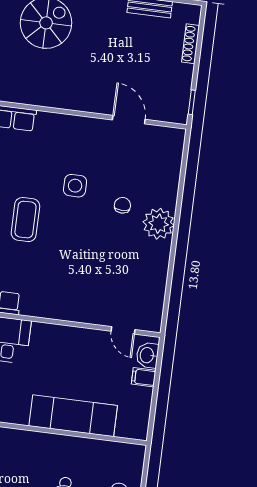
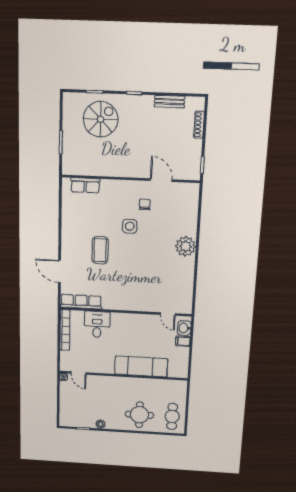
chair: (122, 205) -> (145, 204), moved

